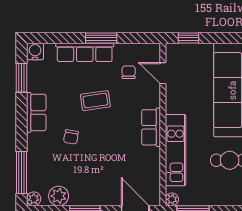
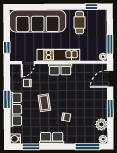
kitchen unit: (175, 150) -> (58, 55), moved

